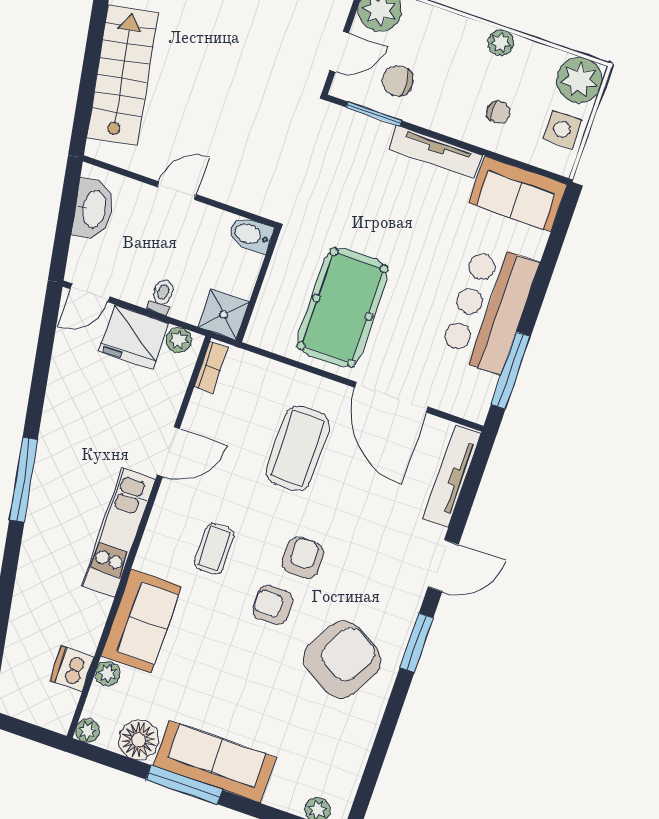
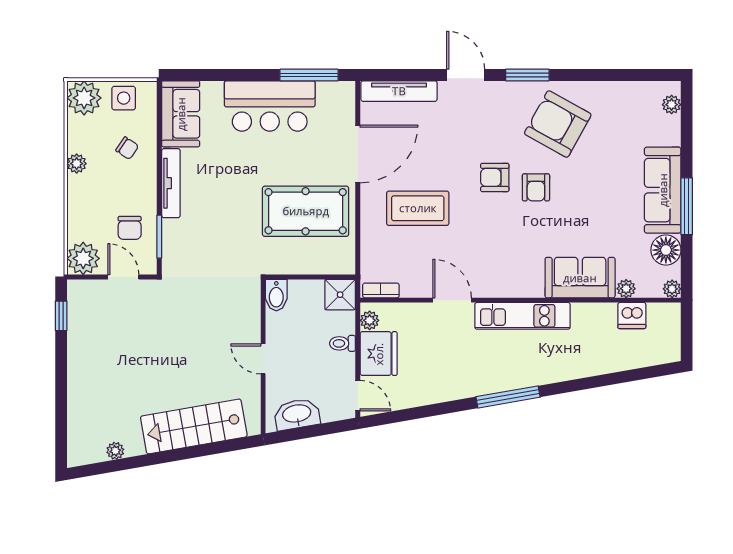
chair: (498, 112) -> (127, 148), turned 124
coffee table: (214, 549) -> (510, 243), removed

